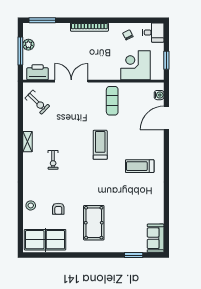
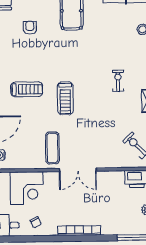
double door: (71, 81) -> (78, 170), moved
treadmill: (140, 166) -> (27, 89), moved
armchair: (58, 209) -> (30, 28), moved

